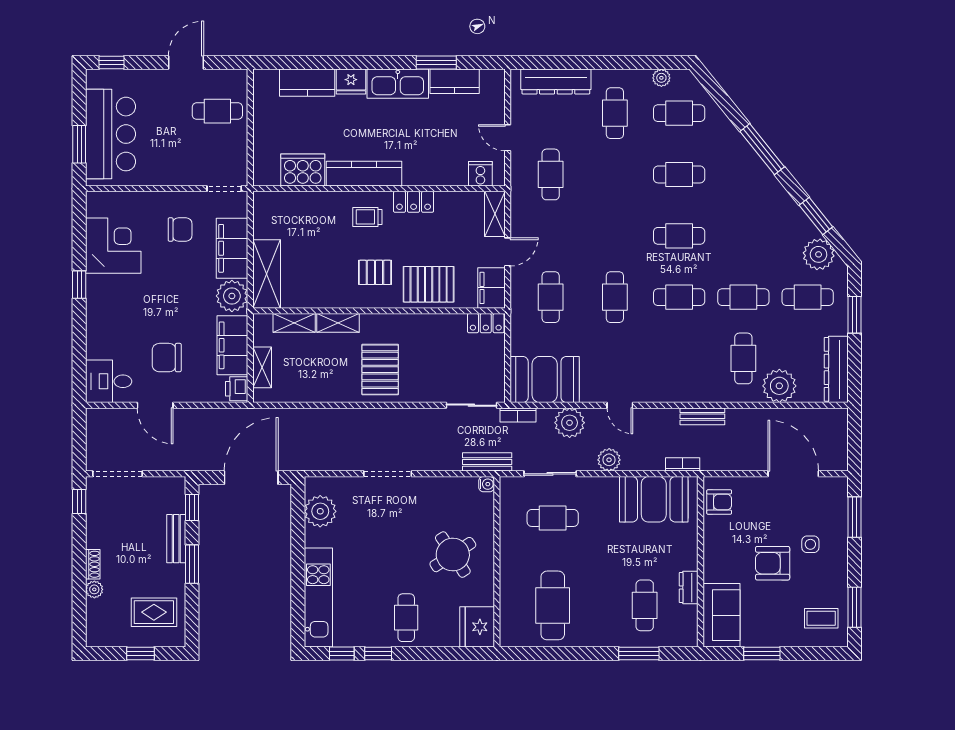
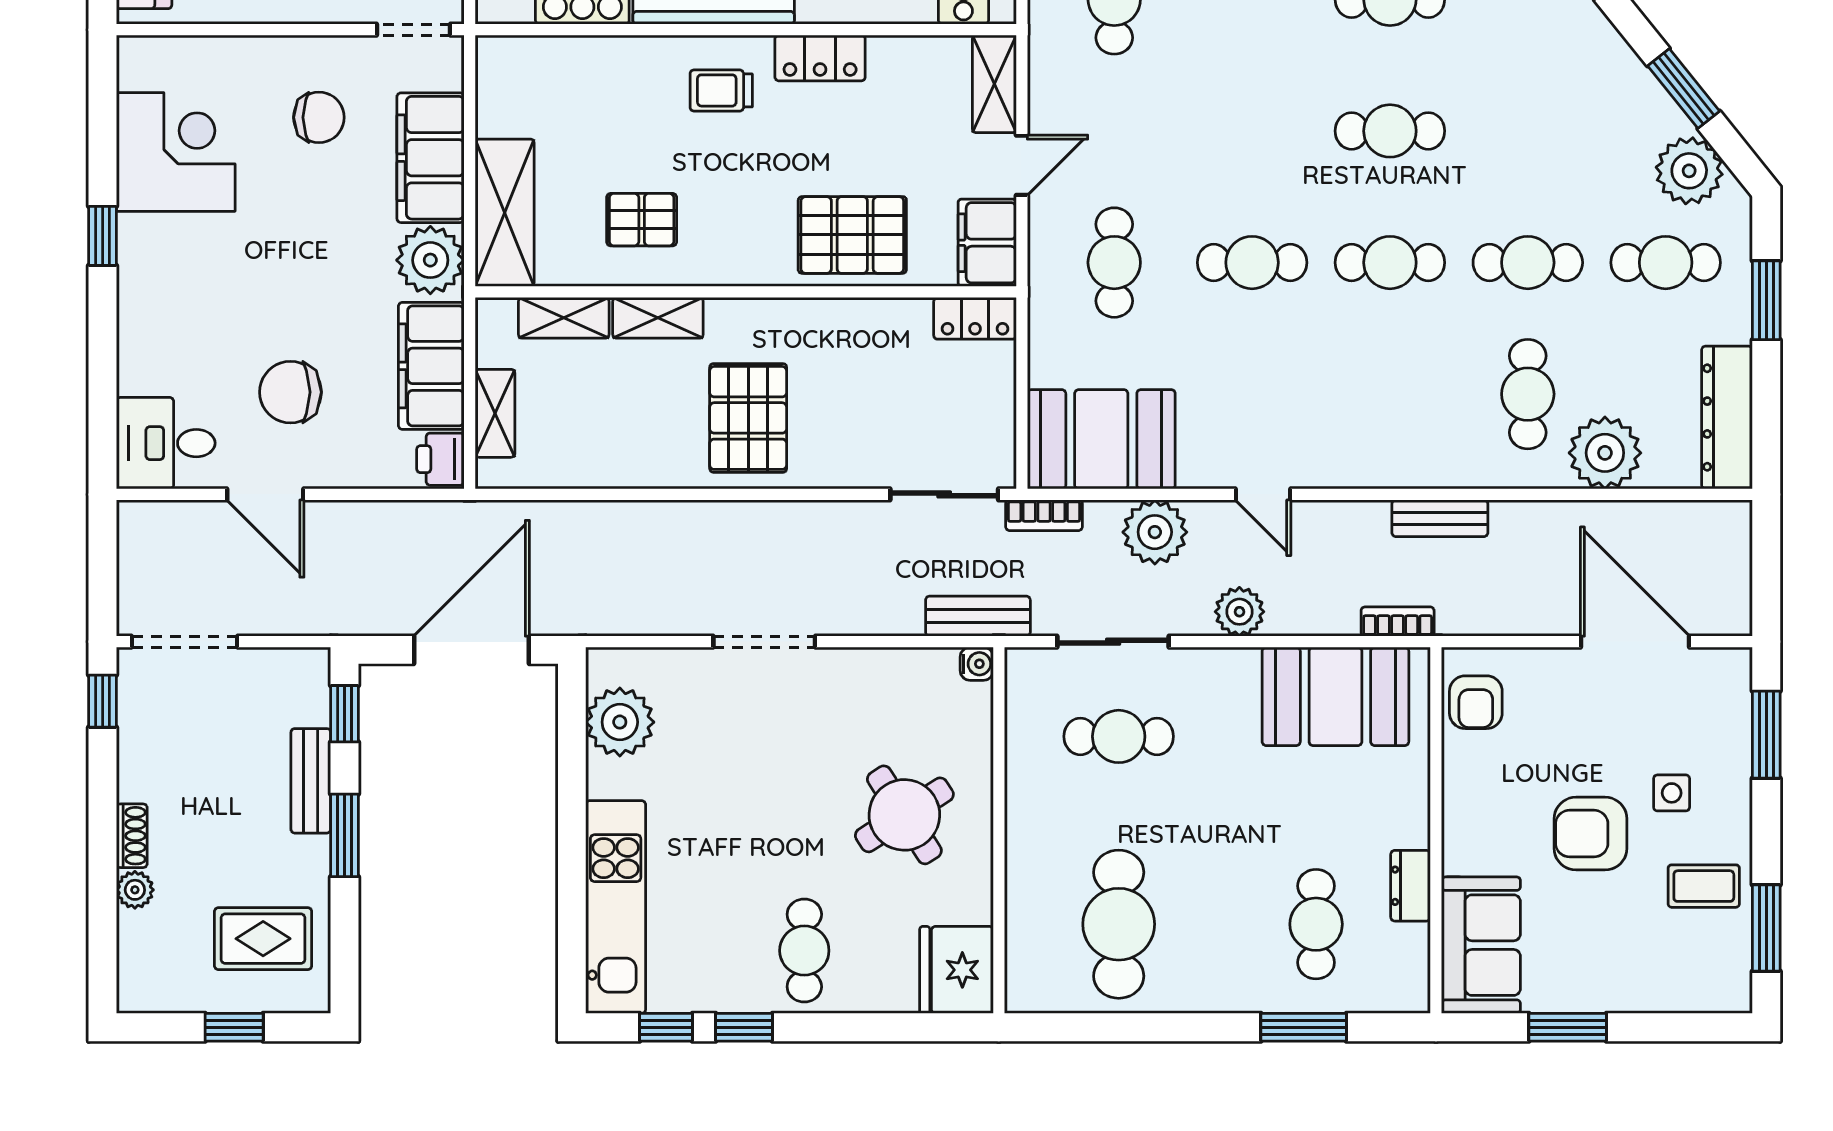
pallet: (375, 272) -> (642, 220), moved
cafe table: (615, 297) -> (1252, 263), turned 90
armchair: (719, 502) -> (1476, 702), turned 90
coffee table: (821, 618) -> (1704, 886), moved

